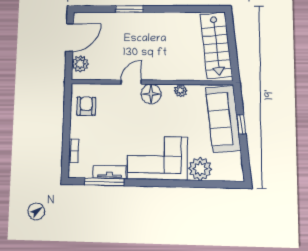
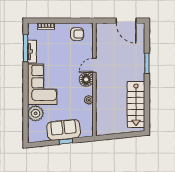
stairs: (216, 45) -> (136, 104), moved, turned -84
plant: (80, 64) -> (107, 29), removed
door: (131, 82) -> (94, 65), swing flipped
sofa: (223, 119) -> (64, 130), width x0.73

